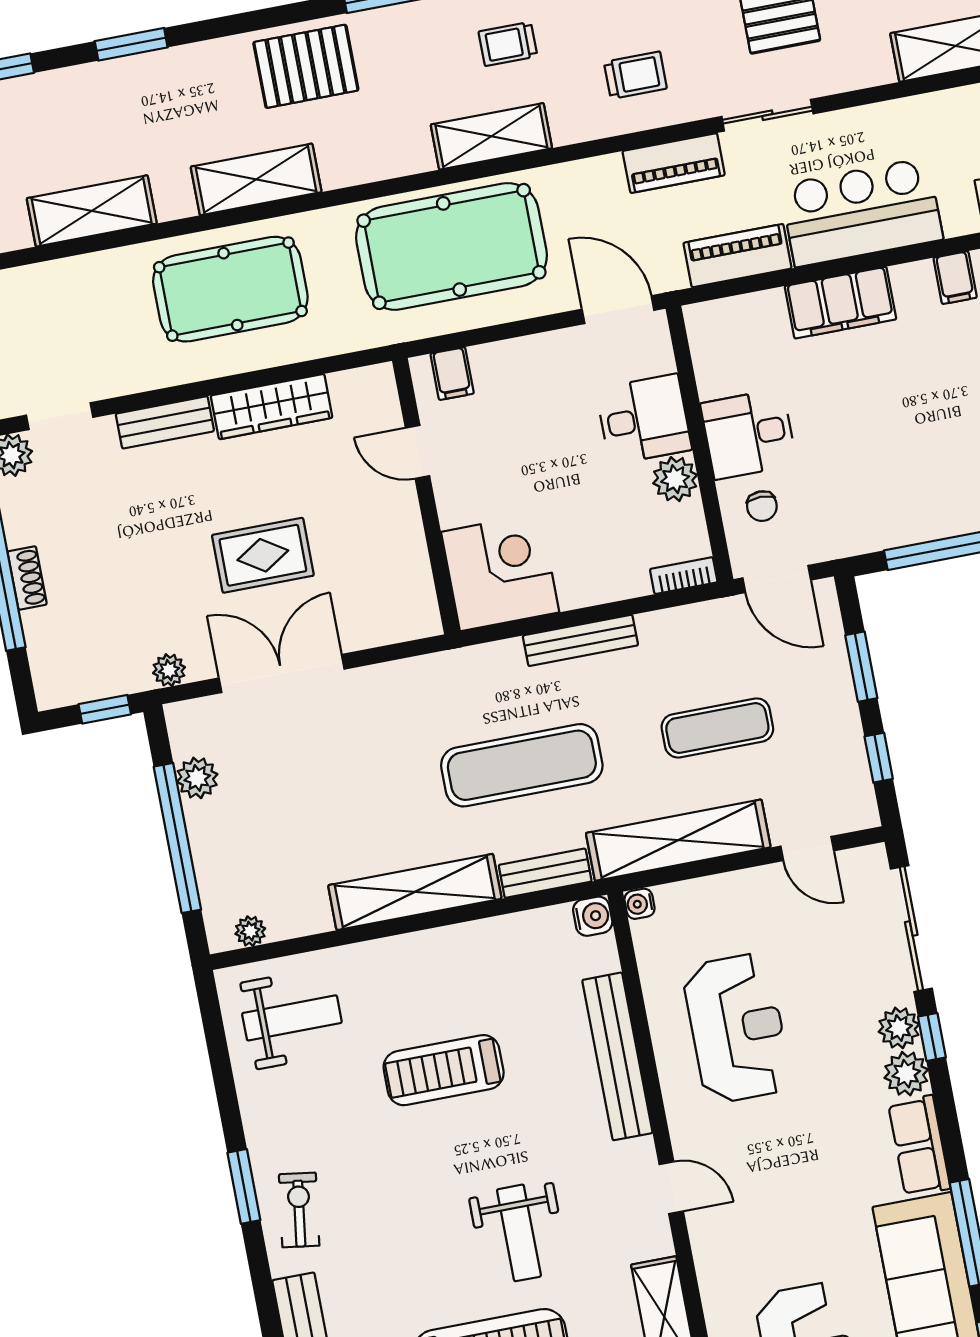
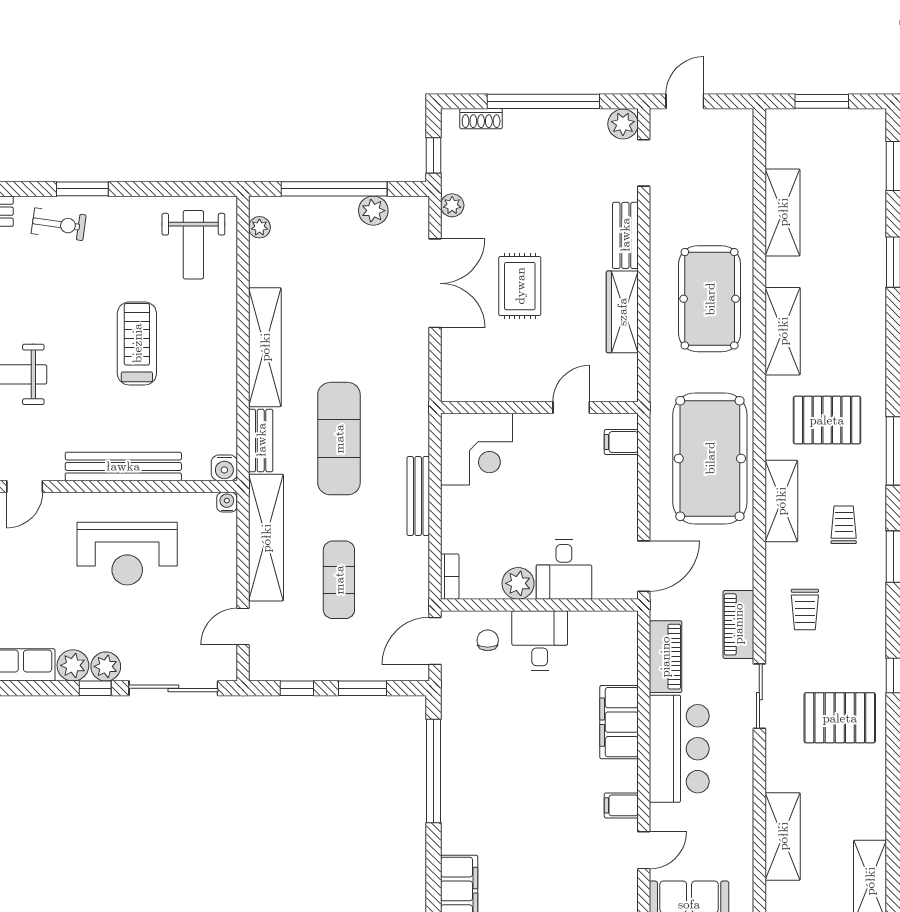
pallet: (306, 66) -> (827, 420), moved, turned 90
chair: (762, 506) -> (488, 640), turned 90
shoe rack: (27, 578) -> (481, 119), moved

